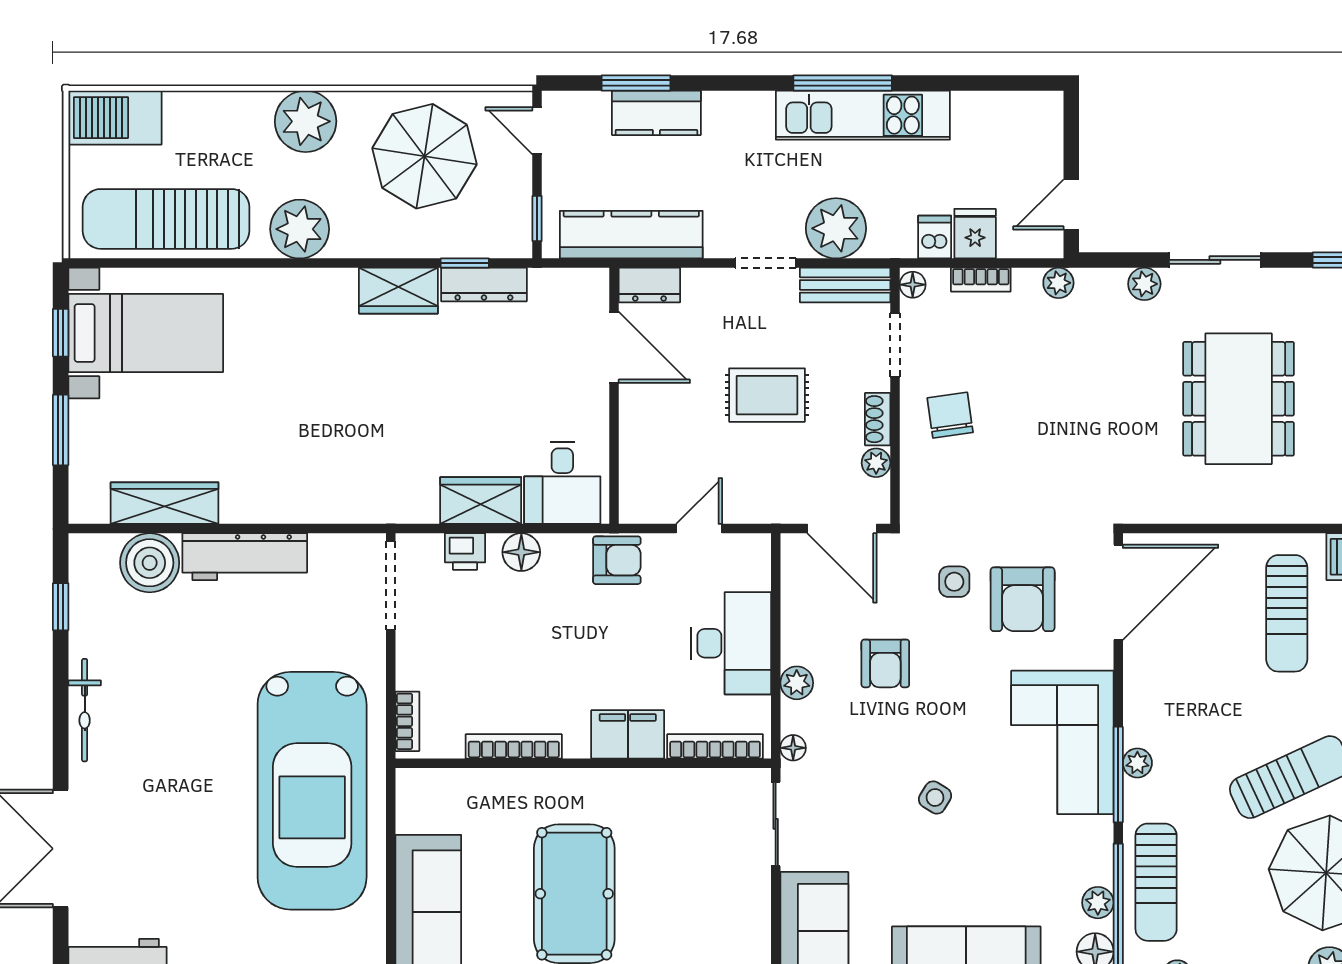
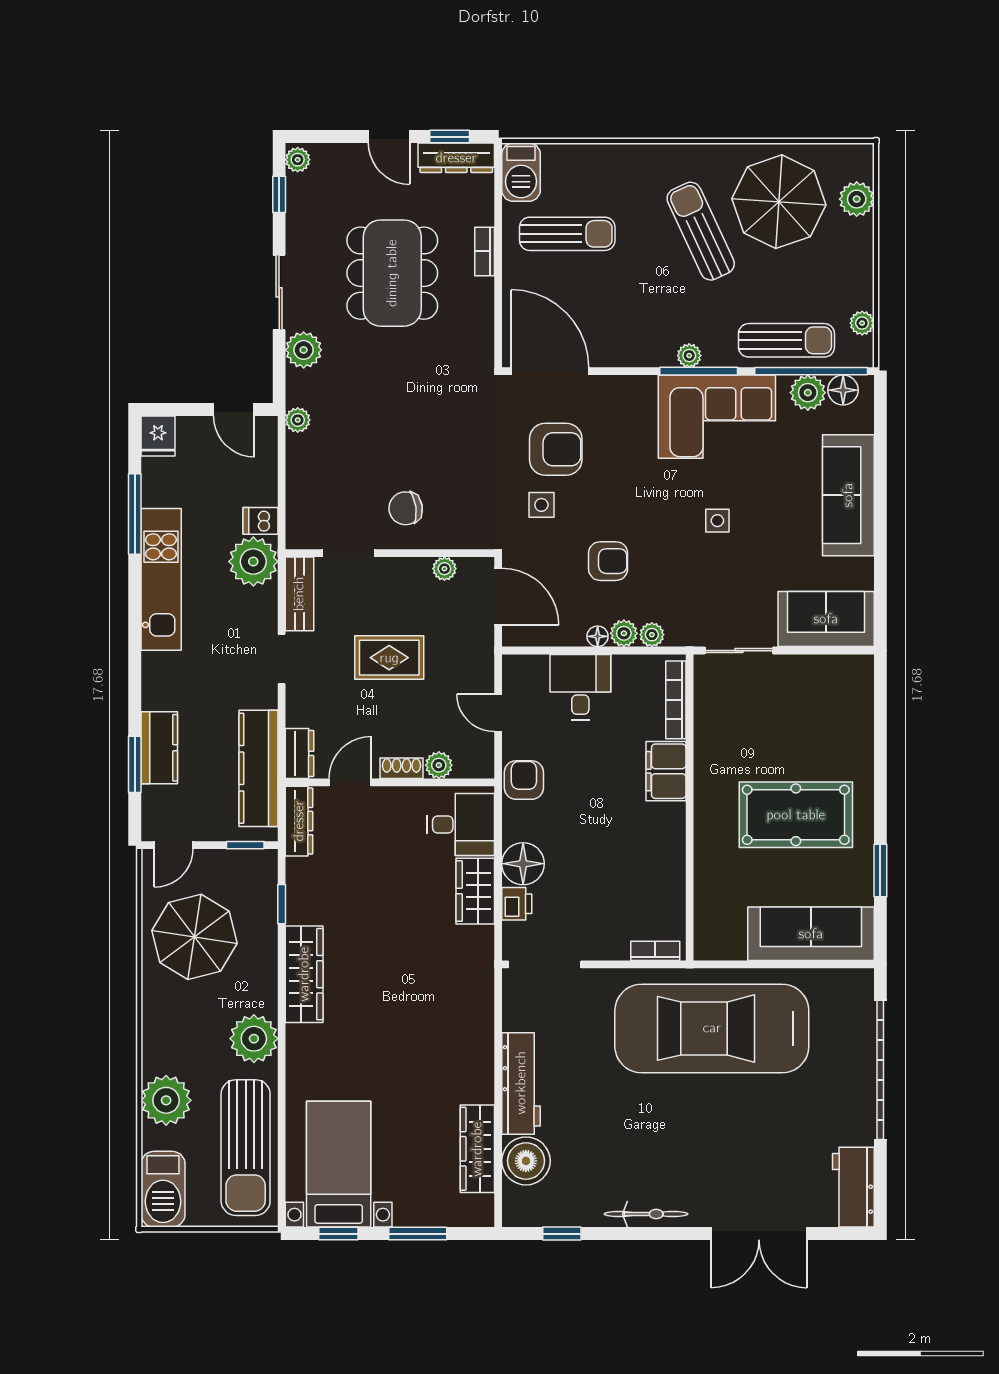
window: (843, 83) -> (135, 514), moved
plant: (306, 121) -> (166, 1100), moved
plant: (836, 228) -> (253, 562), moved
fridge: (975, 234) -> (158, 436), moved, turned -90
bookcase: (981, 280) -> (485, 251), moved, turned 180
dresser: (484, 284) -> (299, 821), moved
plant: (1144, 284) -> (304, 350), width x1.38, depth x1.38
floor lamp: (913, 285) -> (299, 539), removed
wardrobe: (398, 291) -> (304, 974), width x1.50
door: (614, 347) -> (350, 782), width x0.73
rug: (767, 395) -> (389, 658), turned 90
dining table: (1239, 399) -> (392, 273), turned 90
shoe rack: (878, 419) -> (402, 768), moved, turned 180
plant: (635, 456) -> (439, 765), added
door: (842, 529) -> (498, 596), hinge flipped
floor lamp: (521, 552) -> (523, 864), width x1.38, depth x1.38
desk: (731, 643) -> (580, 687), width x0.73
plant: (795, 717) -> (652, 635), added
corner sofa: (1062, 742) -> (717, 417), moved
bookcase: (514, 746) -> (676, 864), removed
floor lamp: (793, 748) -> (598, 636), moved
car: (312, 791) -> (712, 1028), turned 180
side table: (935, 797) -> (717, 521), turned -31
plant: (1098, 903) -> (808, 393), width x1.38, depth x1.38

